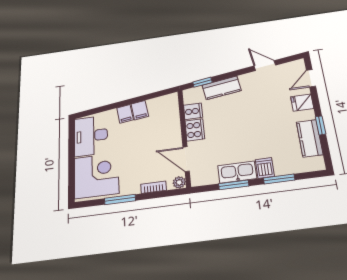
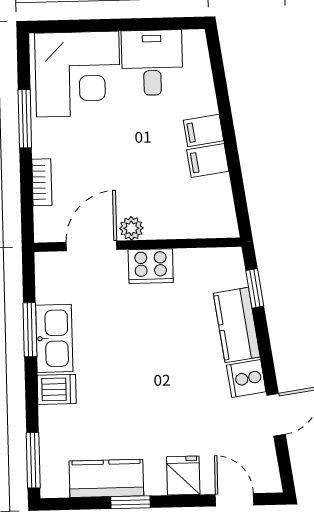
cooker: (193, 111) -> (246, 379), moved, turned 82
desk: (91, 136) -> (152, 63), width x0.73
window: (279, 179) -> (33, 460), moved
plant: (179, 182) -> (131, 228), moved

